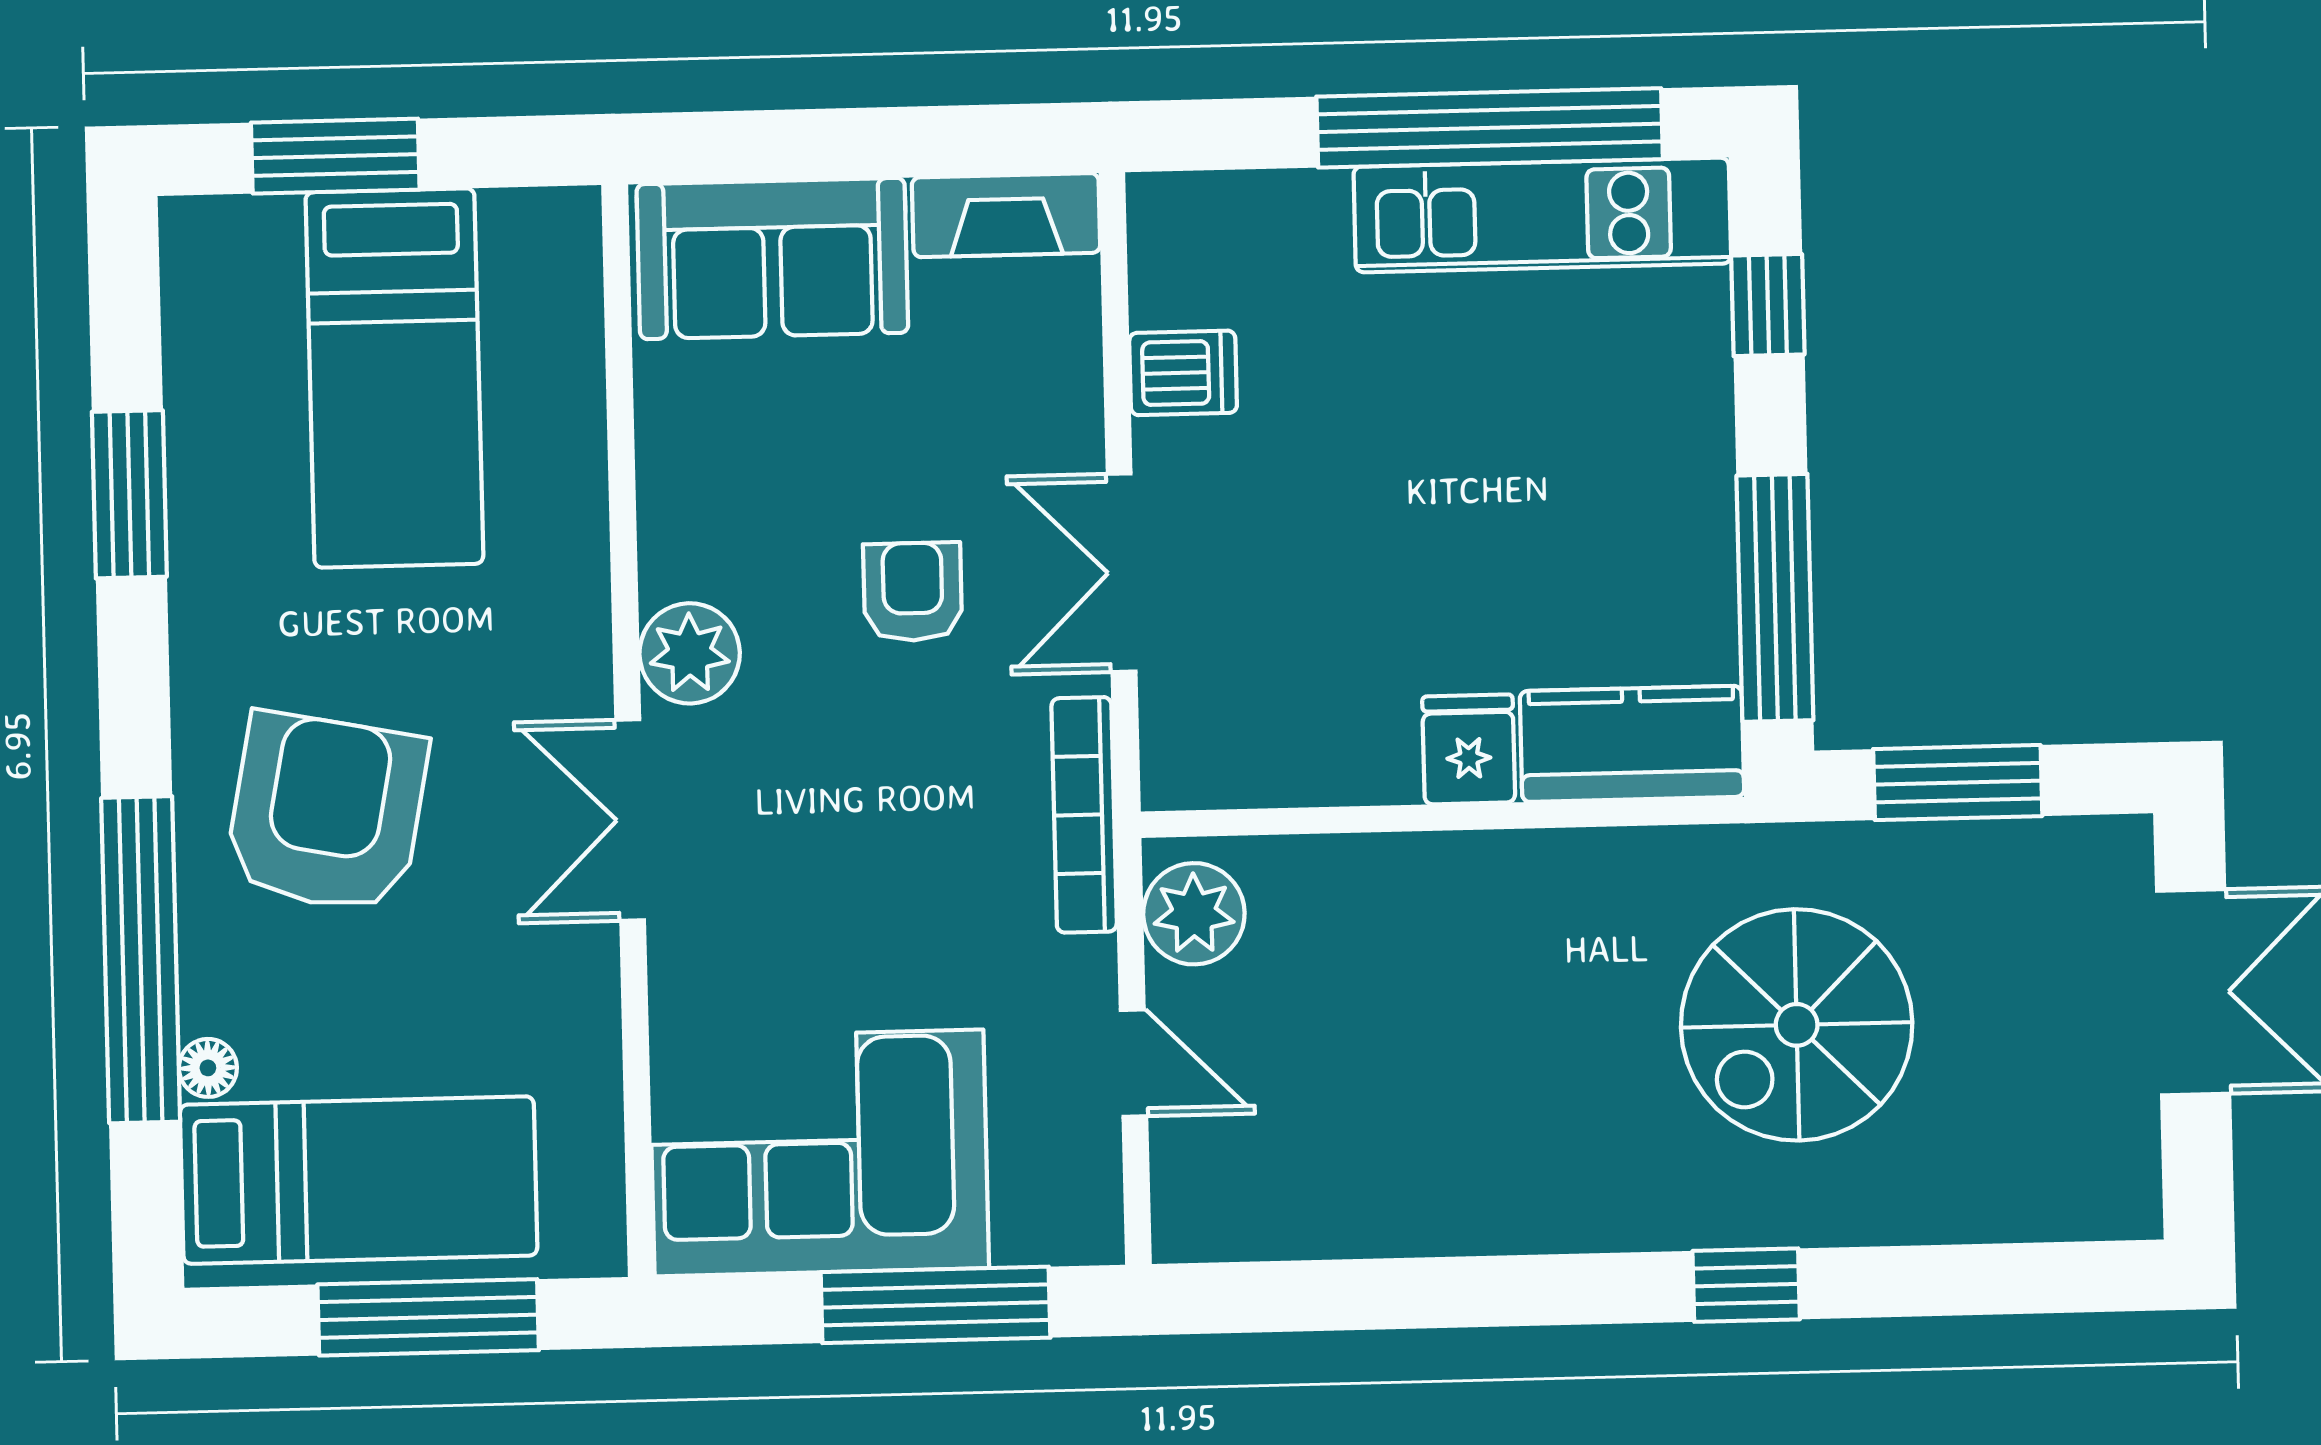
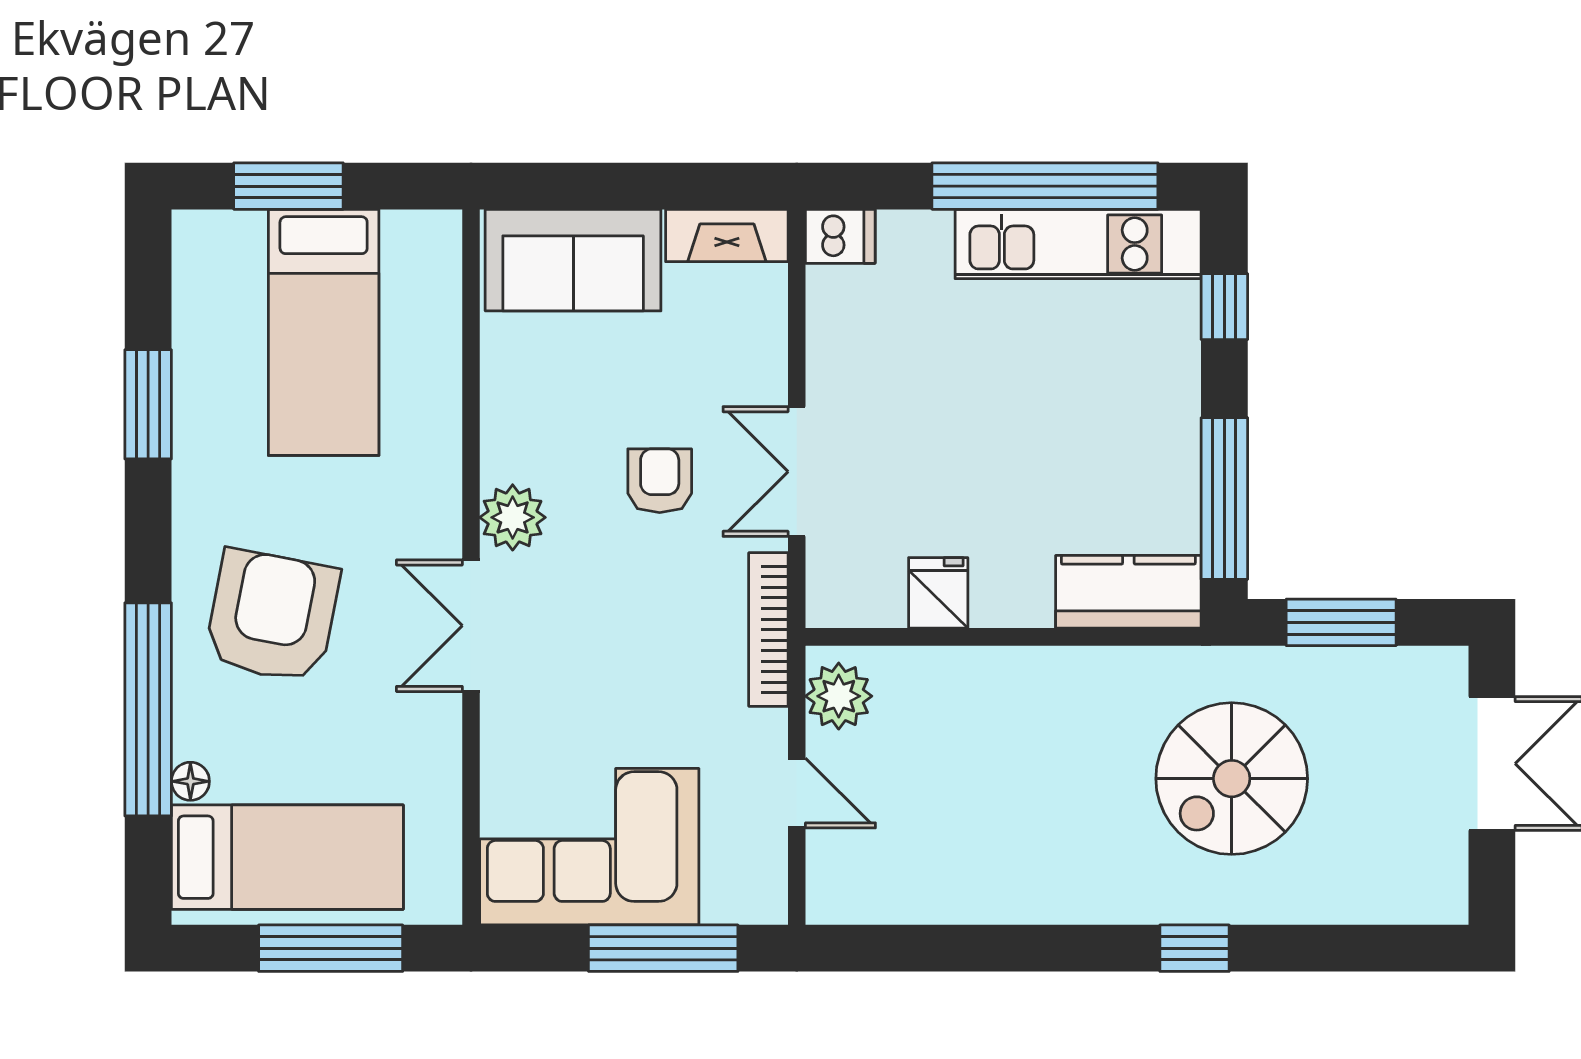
dishwasher: (1183, 373) -> (840, 236), moved
fridge: (1469, 749) -> (938, 593), moved

